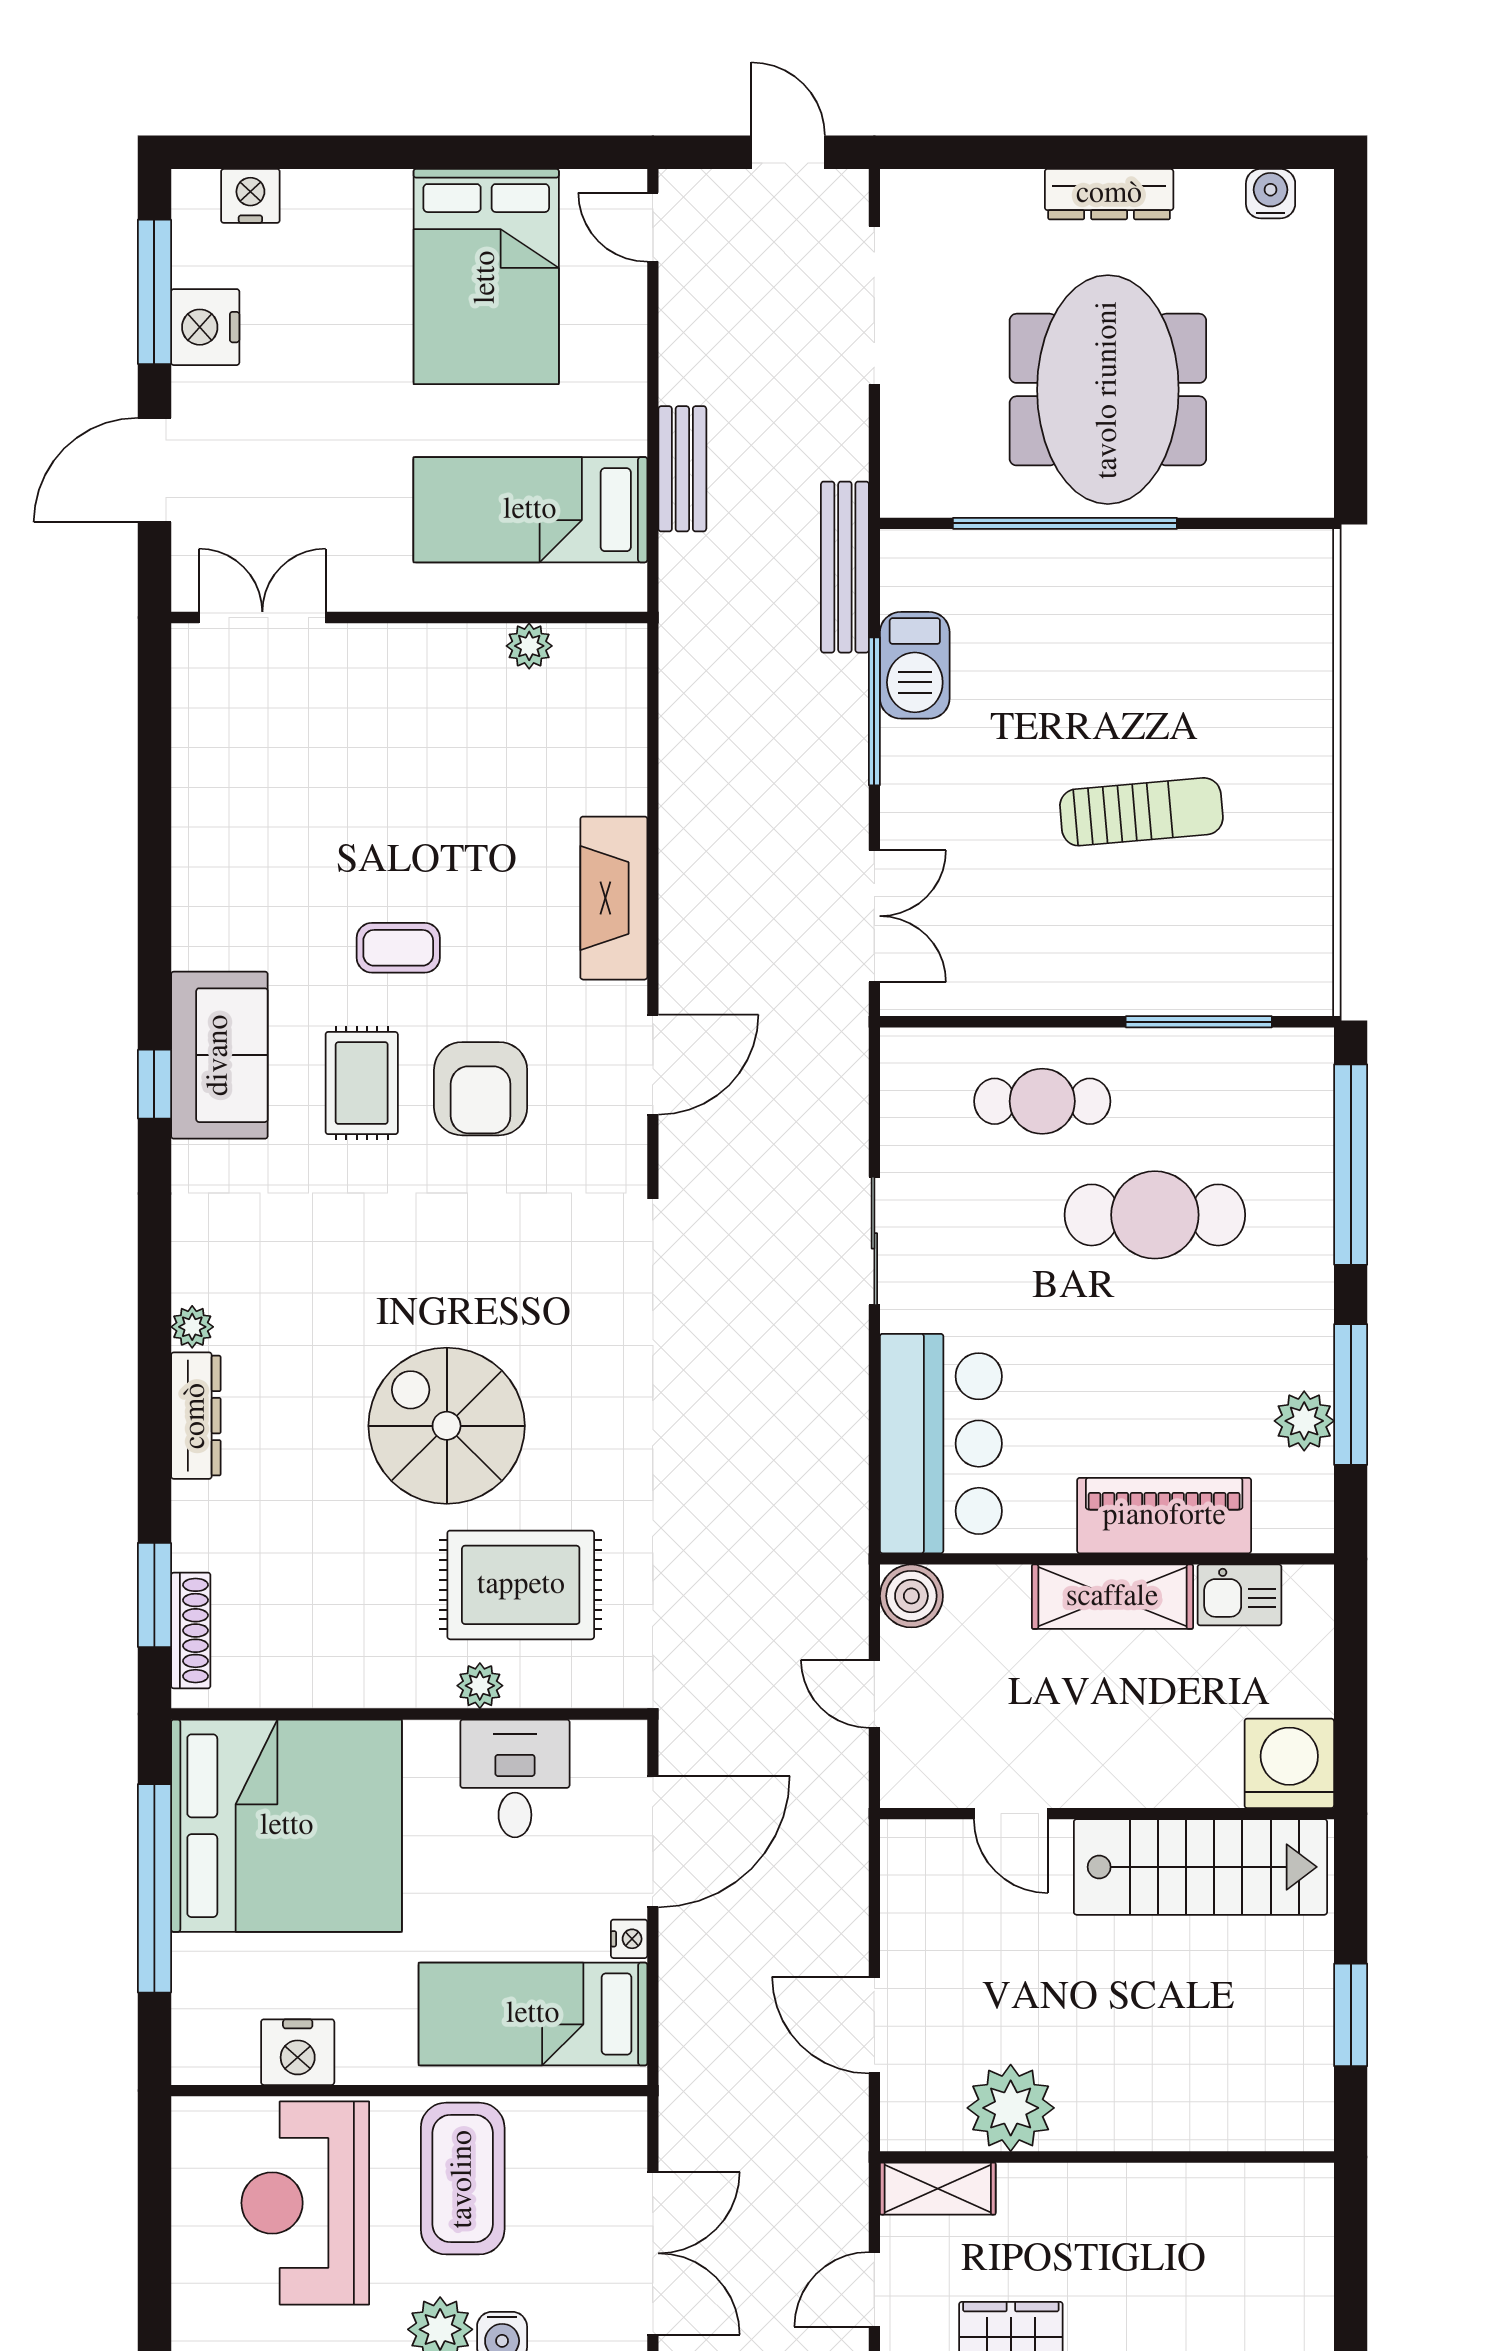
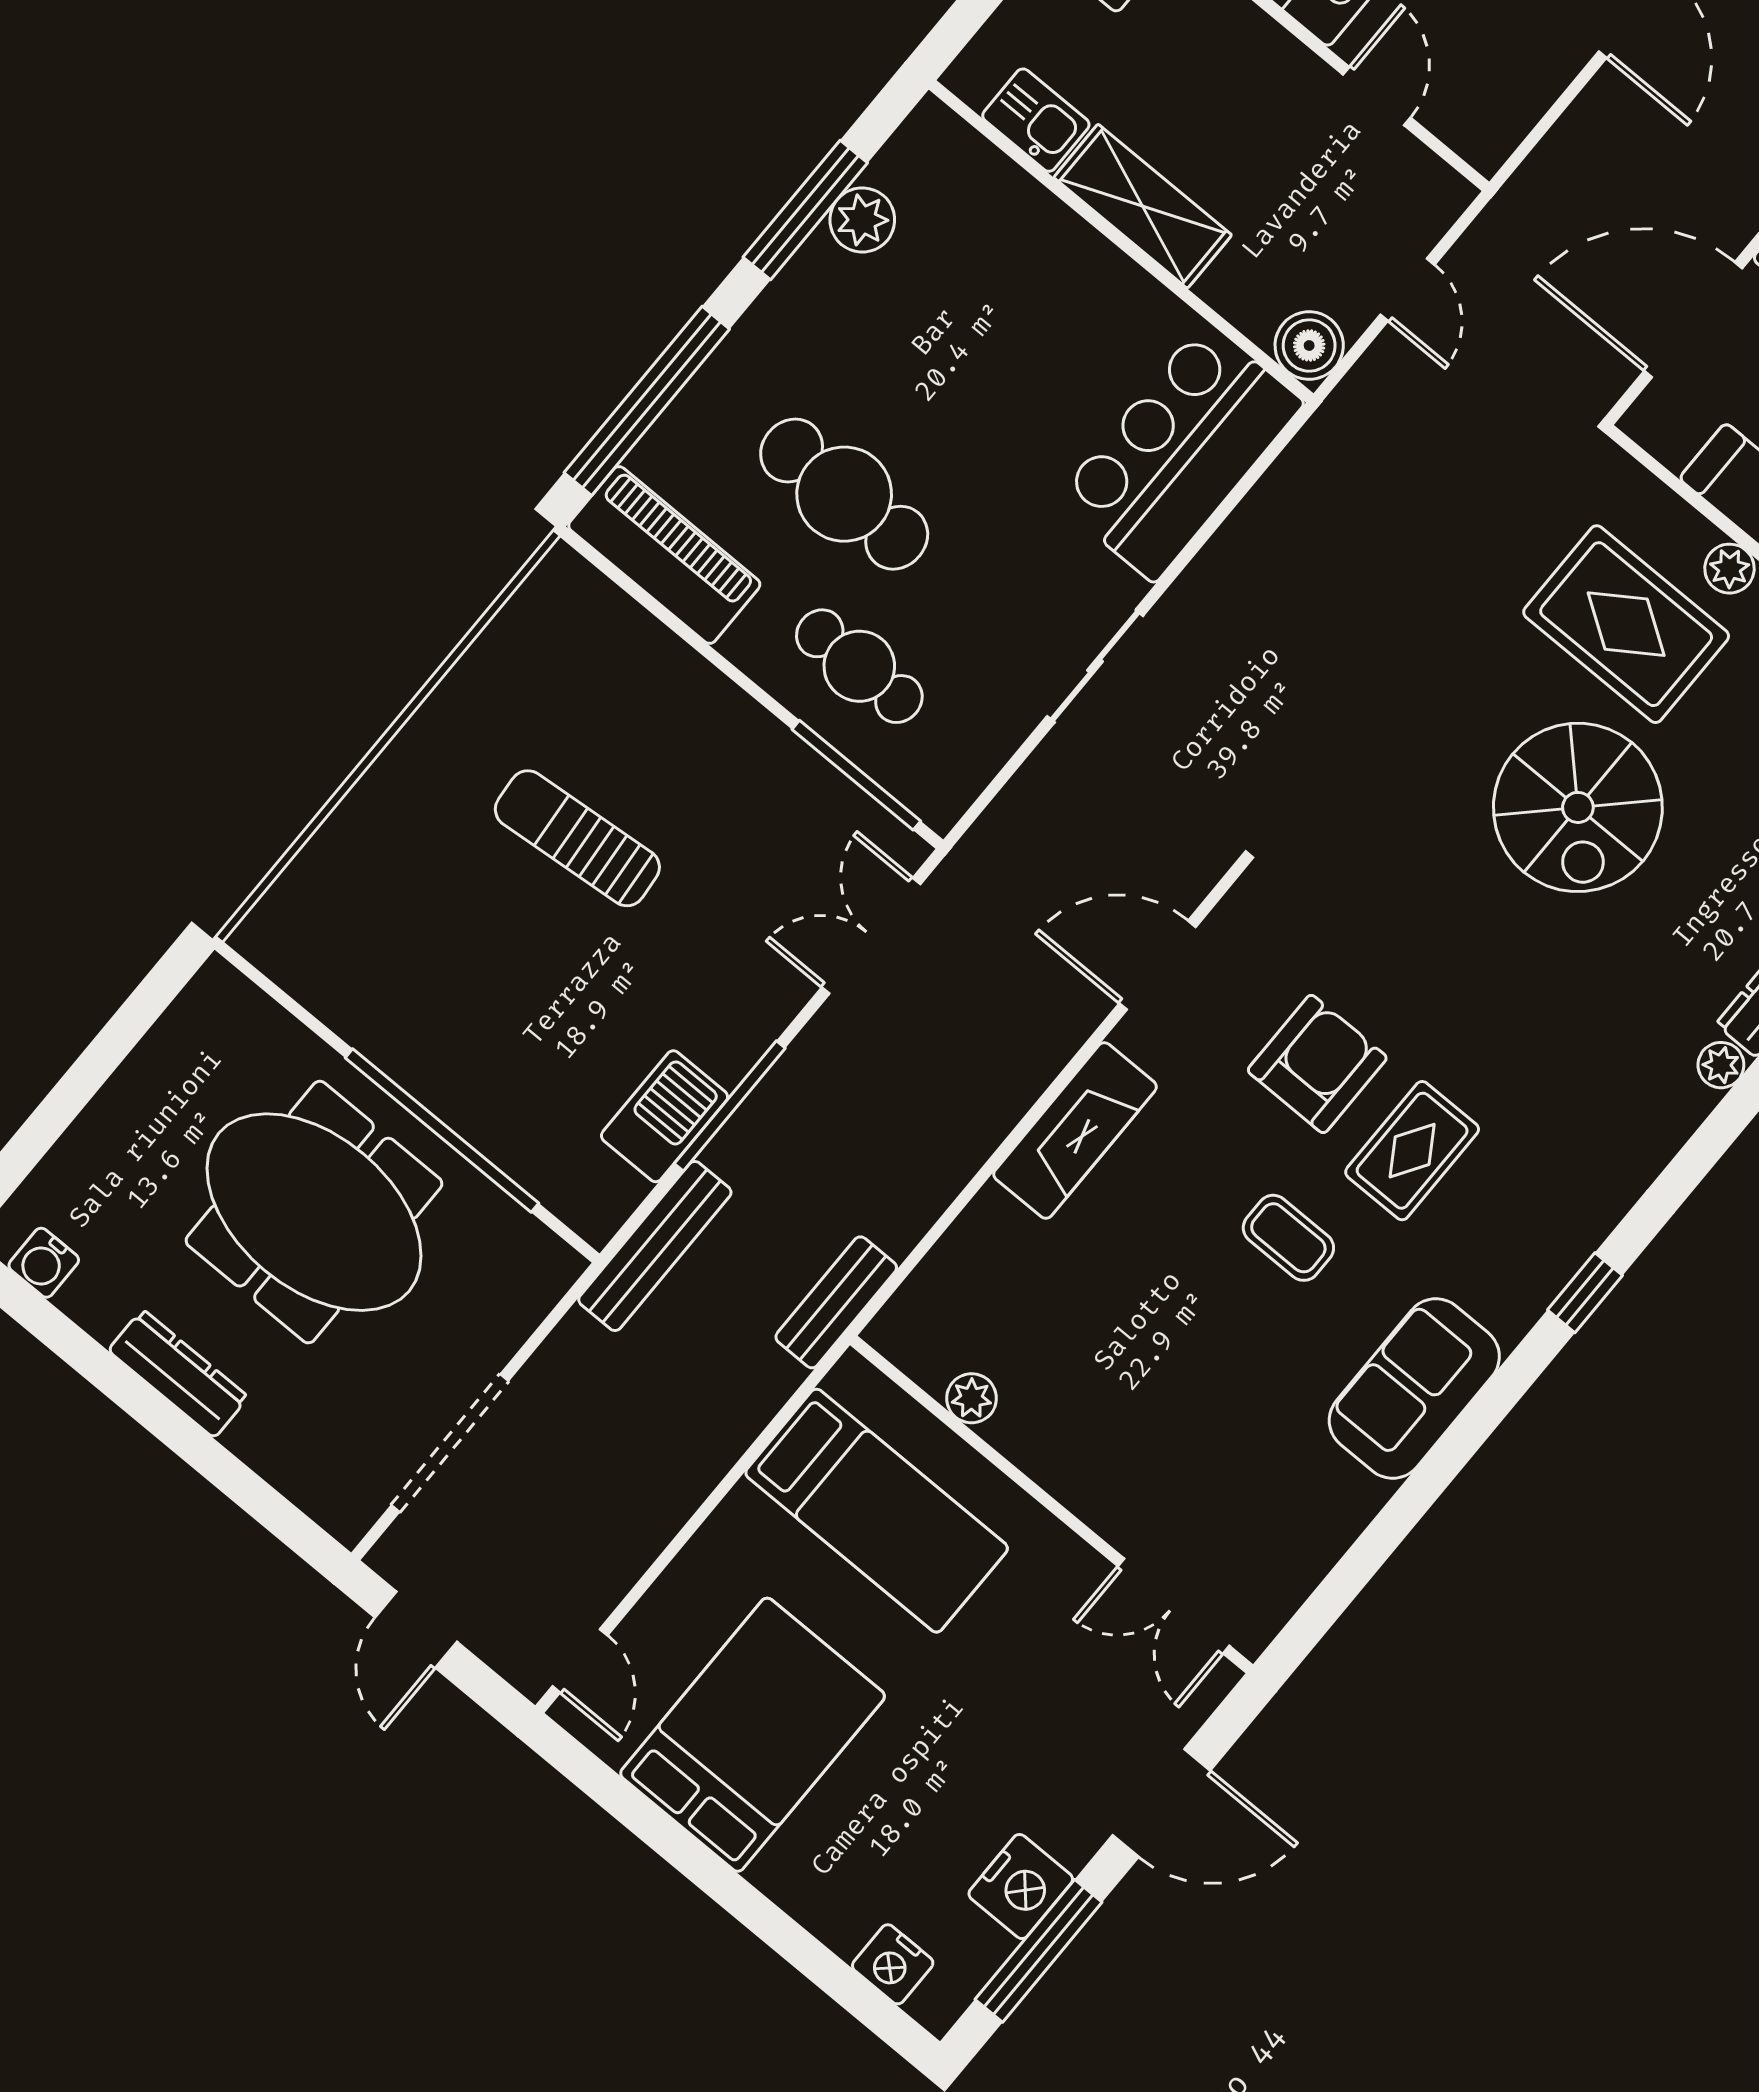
meeting table: (1108, 390) -> (314, 1212), turned 90
bench: (682, 469) -> (836, 1302), moved
window: (1199, 1022) -> (856, 775), moved
sofa: (219, 1055) -> (1414, 1388), moved
piano: (1164, 1516) -> (664, 555), moved, turned 180

